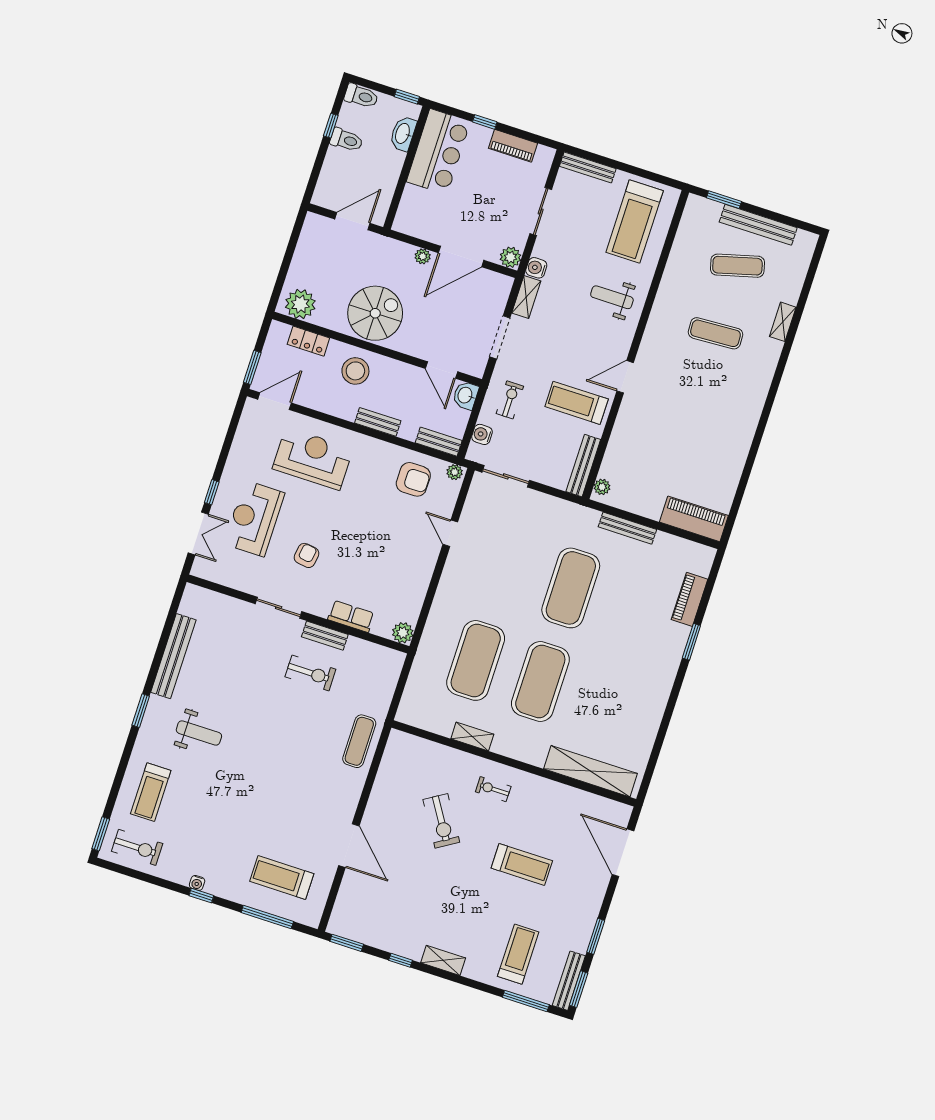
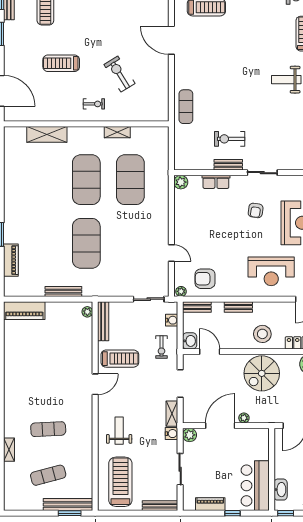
bench: (758, 225) -> (68, 505), moved
weight bench: (612, 297) -> (119, 431), turned -90
shelving: (591, 771) -> (47, 134), width x0.68

